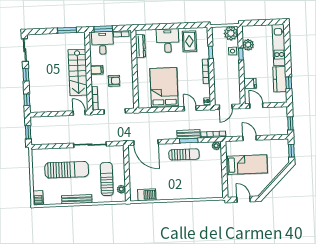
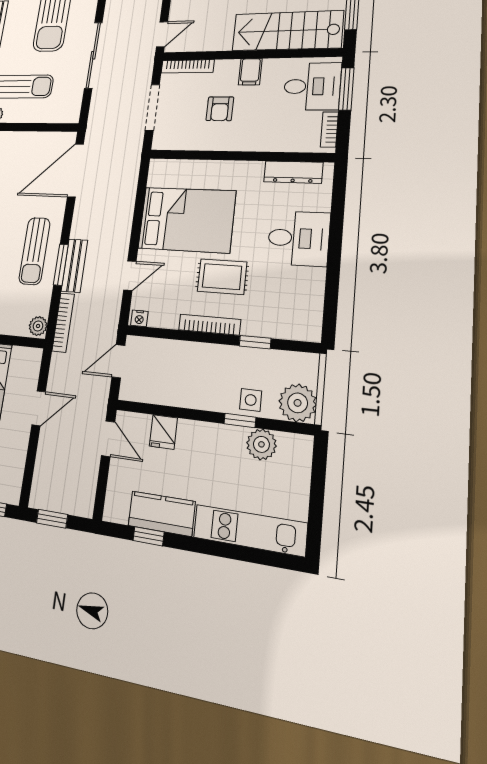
rug: (189, 41) -> (222, 277), moved
stairs: (78, 72) -> (287, 31), moved
door: (256, 106) -> (108, 439), hinge flipped
door: (226, 107) -> (118, 361), hinge flipped

